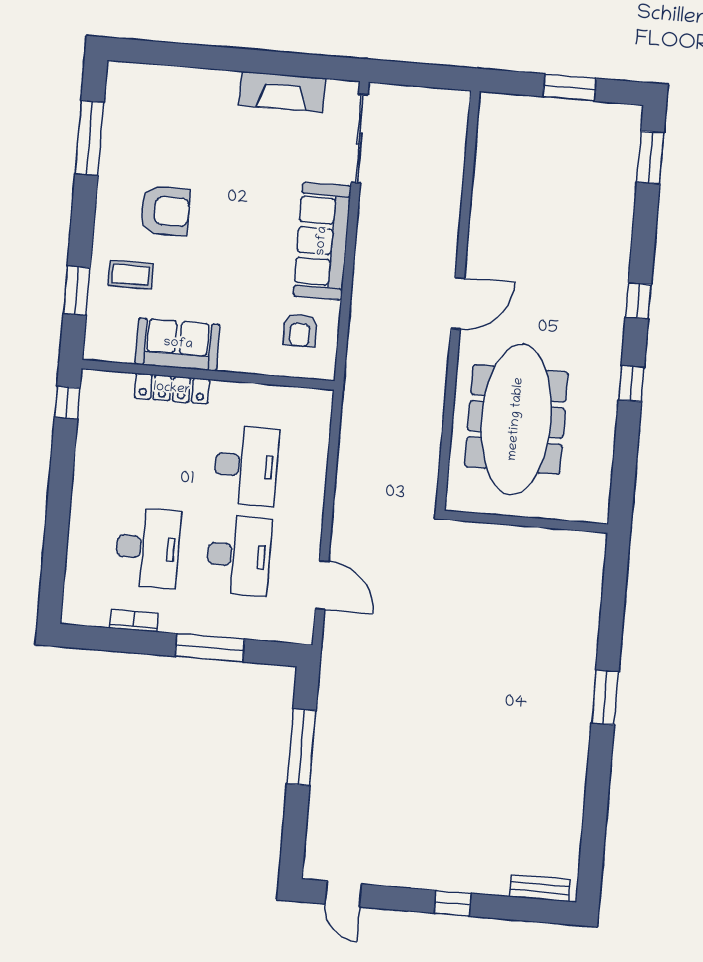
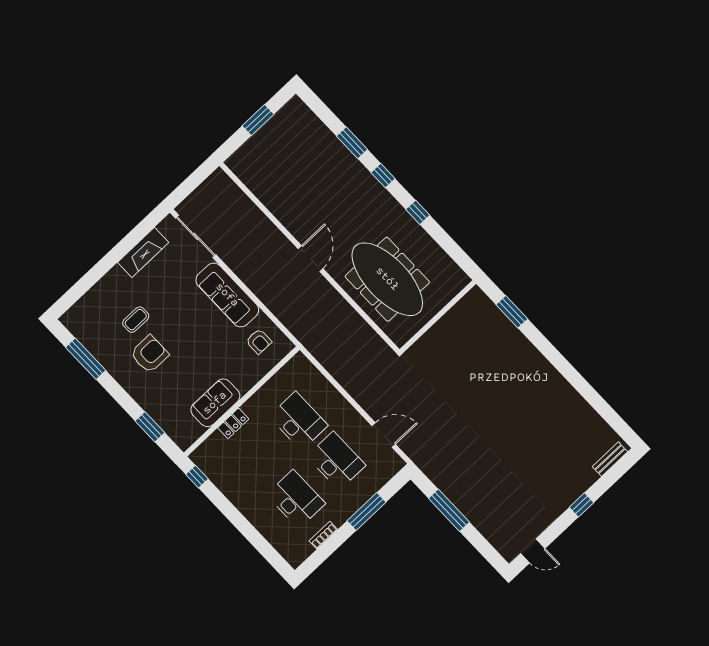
window: (650, 157) -> (352, 143), moved
coffee table: (131, 275) -> (136, 320), moved
locker: (172, 389) -> (233, 423), width x0.66
window: (605, 697) -> (512, 312), moved

